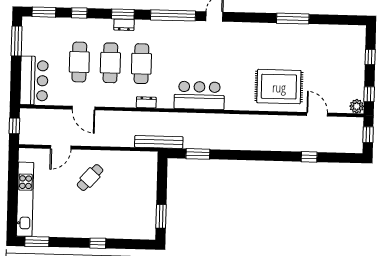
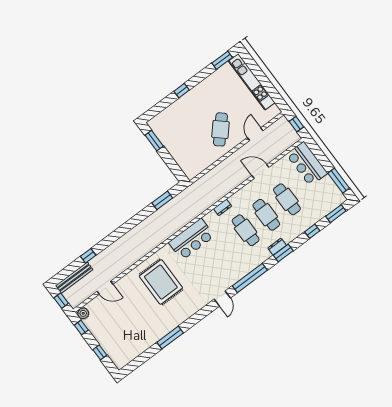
rug: (279, 87) -> (161, 282), moved, turned 90
bench: (159, 142) -> (74, 278), moved
cafe table: (90, 178) -> (220, 129), width x1.37, depth x1.35

